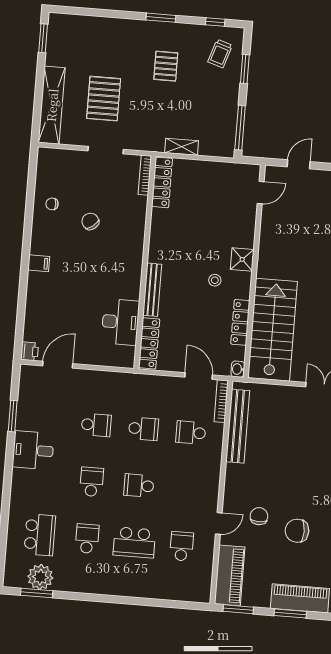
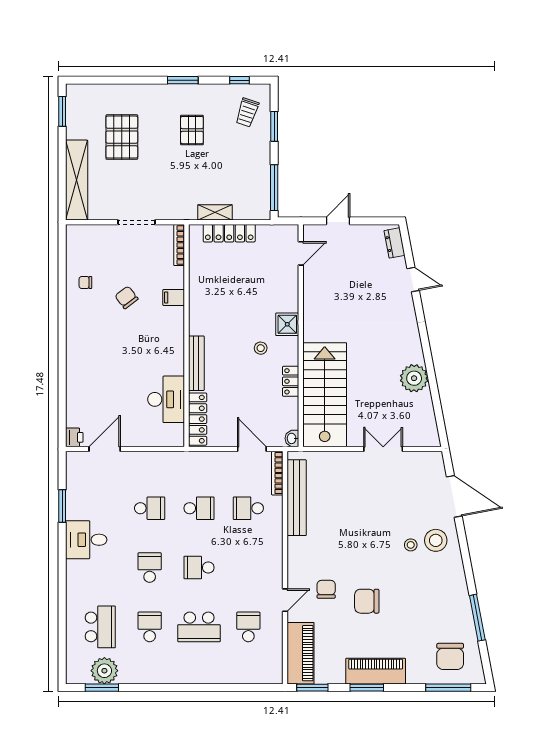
pallet: (104, 99) -> (122, 137), moved
locker: (162, 182) -> (229, 233), moved, turned 90
filing cabinet: (39, 263) -> (174, 297), moved, turned 180
locker: (240, 322) -> (291, 381), width x0.66

